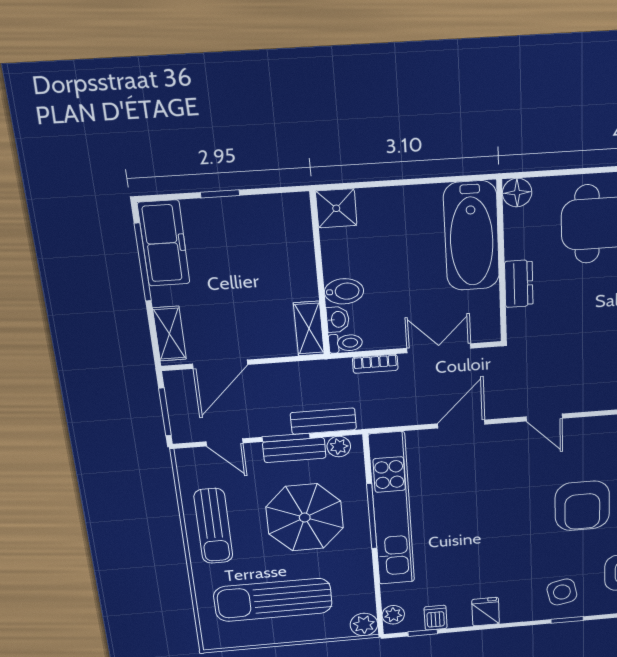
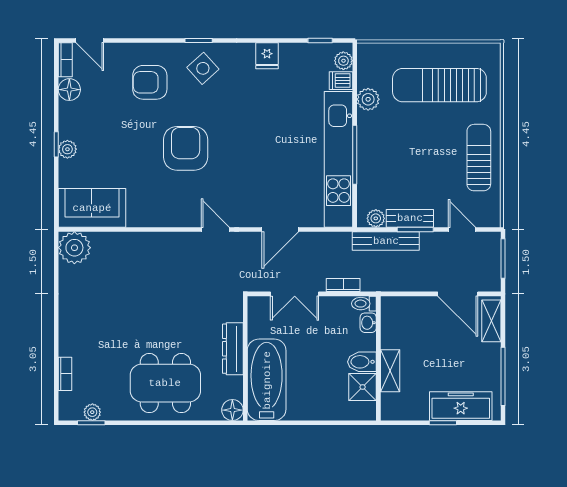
shower: (336, 208) -> (363, 387), moved
freezer: (164, 243) -> (461, 406), moved, turned 90
dresser: (519, 284) -> (233, 349), width x1.44
bidet: (344, 291) -> (362, 362), moved
shelving: (309, 329) -> (390, 371), moved
door: (220, 364) -> (458, 294), swing flipped
bench: (323, 421) -> (386, 241), width x1.36
parasol: (305, 518) -> (407, 159), removed
side table: (562, 592) -> (203, 68), turned -30
sun lounger: (273, 600) -> (439, 85), turned 180
dishwasher: (436, 618) -> (341, 81), moved, turned 90
plant: (364, 625) -> (368, 99), moved

